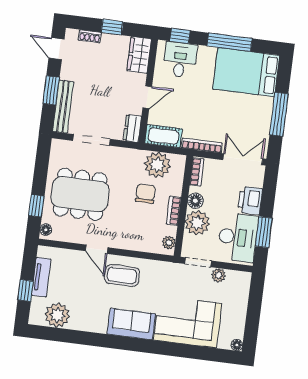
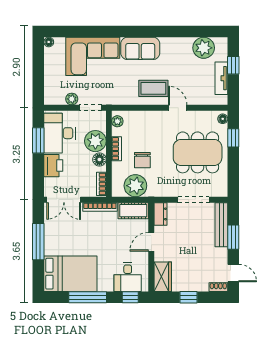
shoe rack: (90, 36) -> (218, 287), moved

